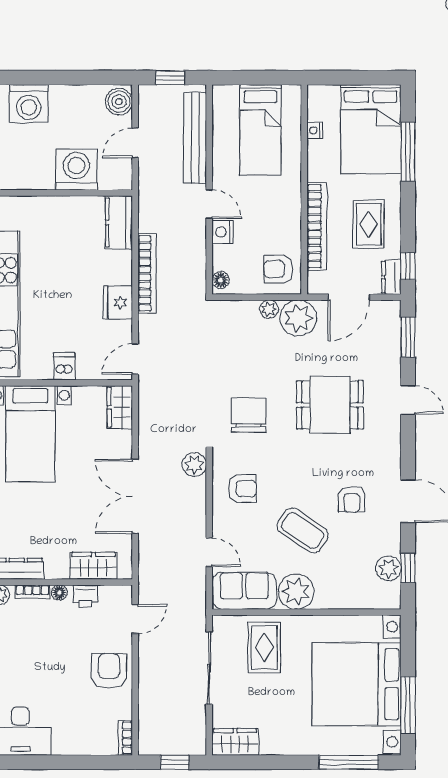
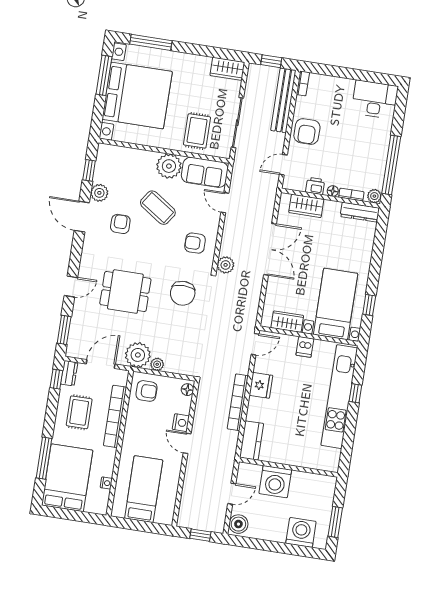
bench: (195, 138) -> (283, 100), moved
door: (408, 400) -> (71, 286), swing flipped
wardrobe: (120, 407) -> (287, 322), moved, turned -90
plant: (388, 568) -> (99, 193), moved

